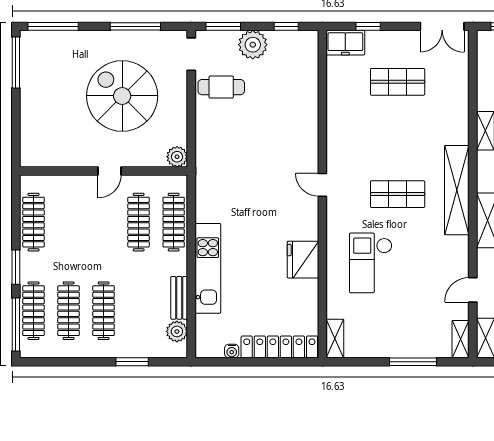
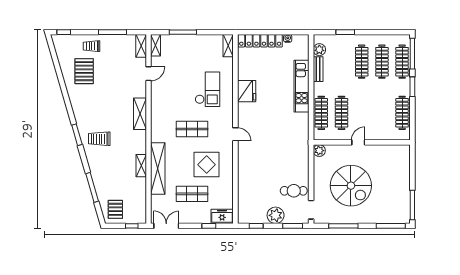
display table: (372, 132) -> (207, 165), added
shelving: (457, 190) -> (158, 169), moved

